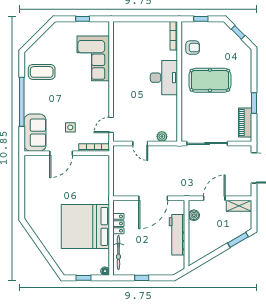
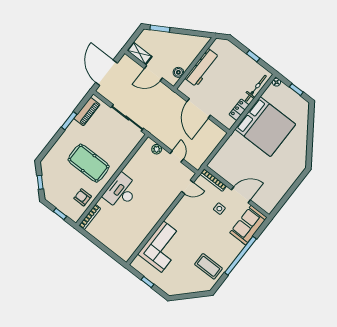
door: (153, 198) -> (199, 108), swing flipped

